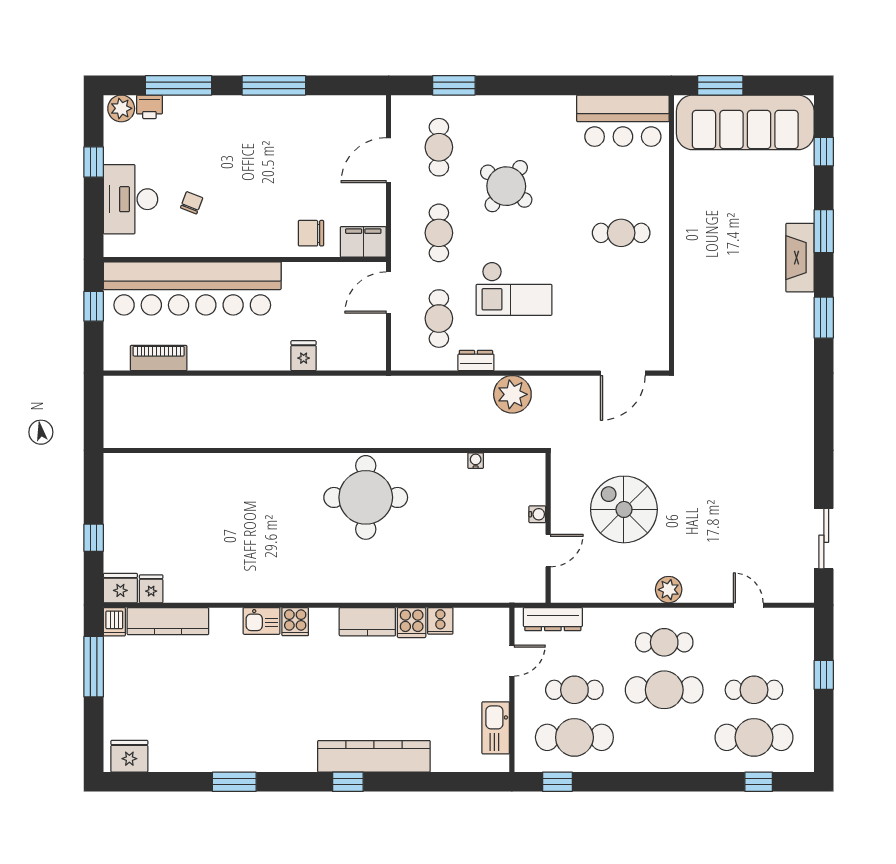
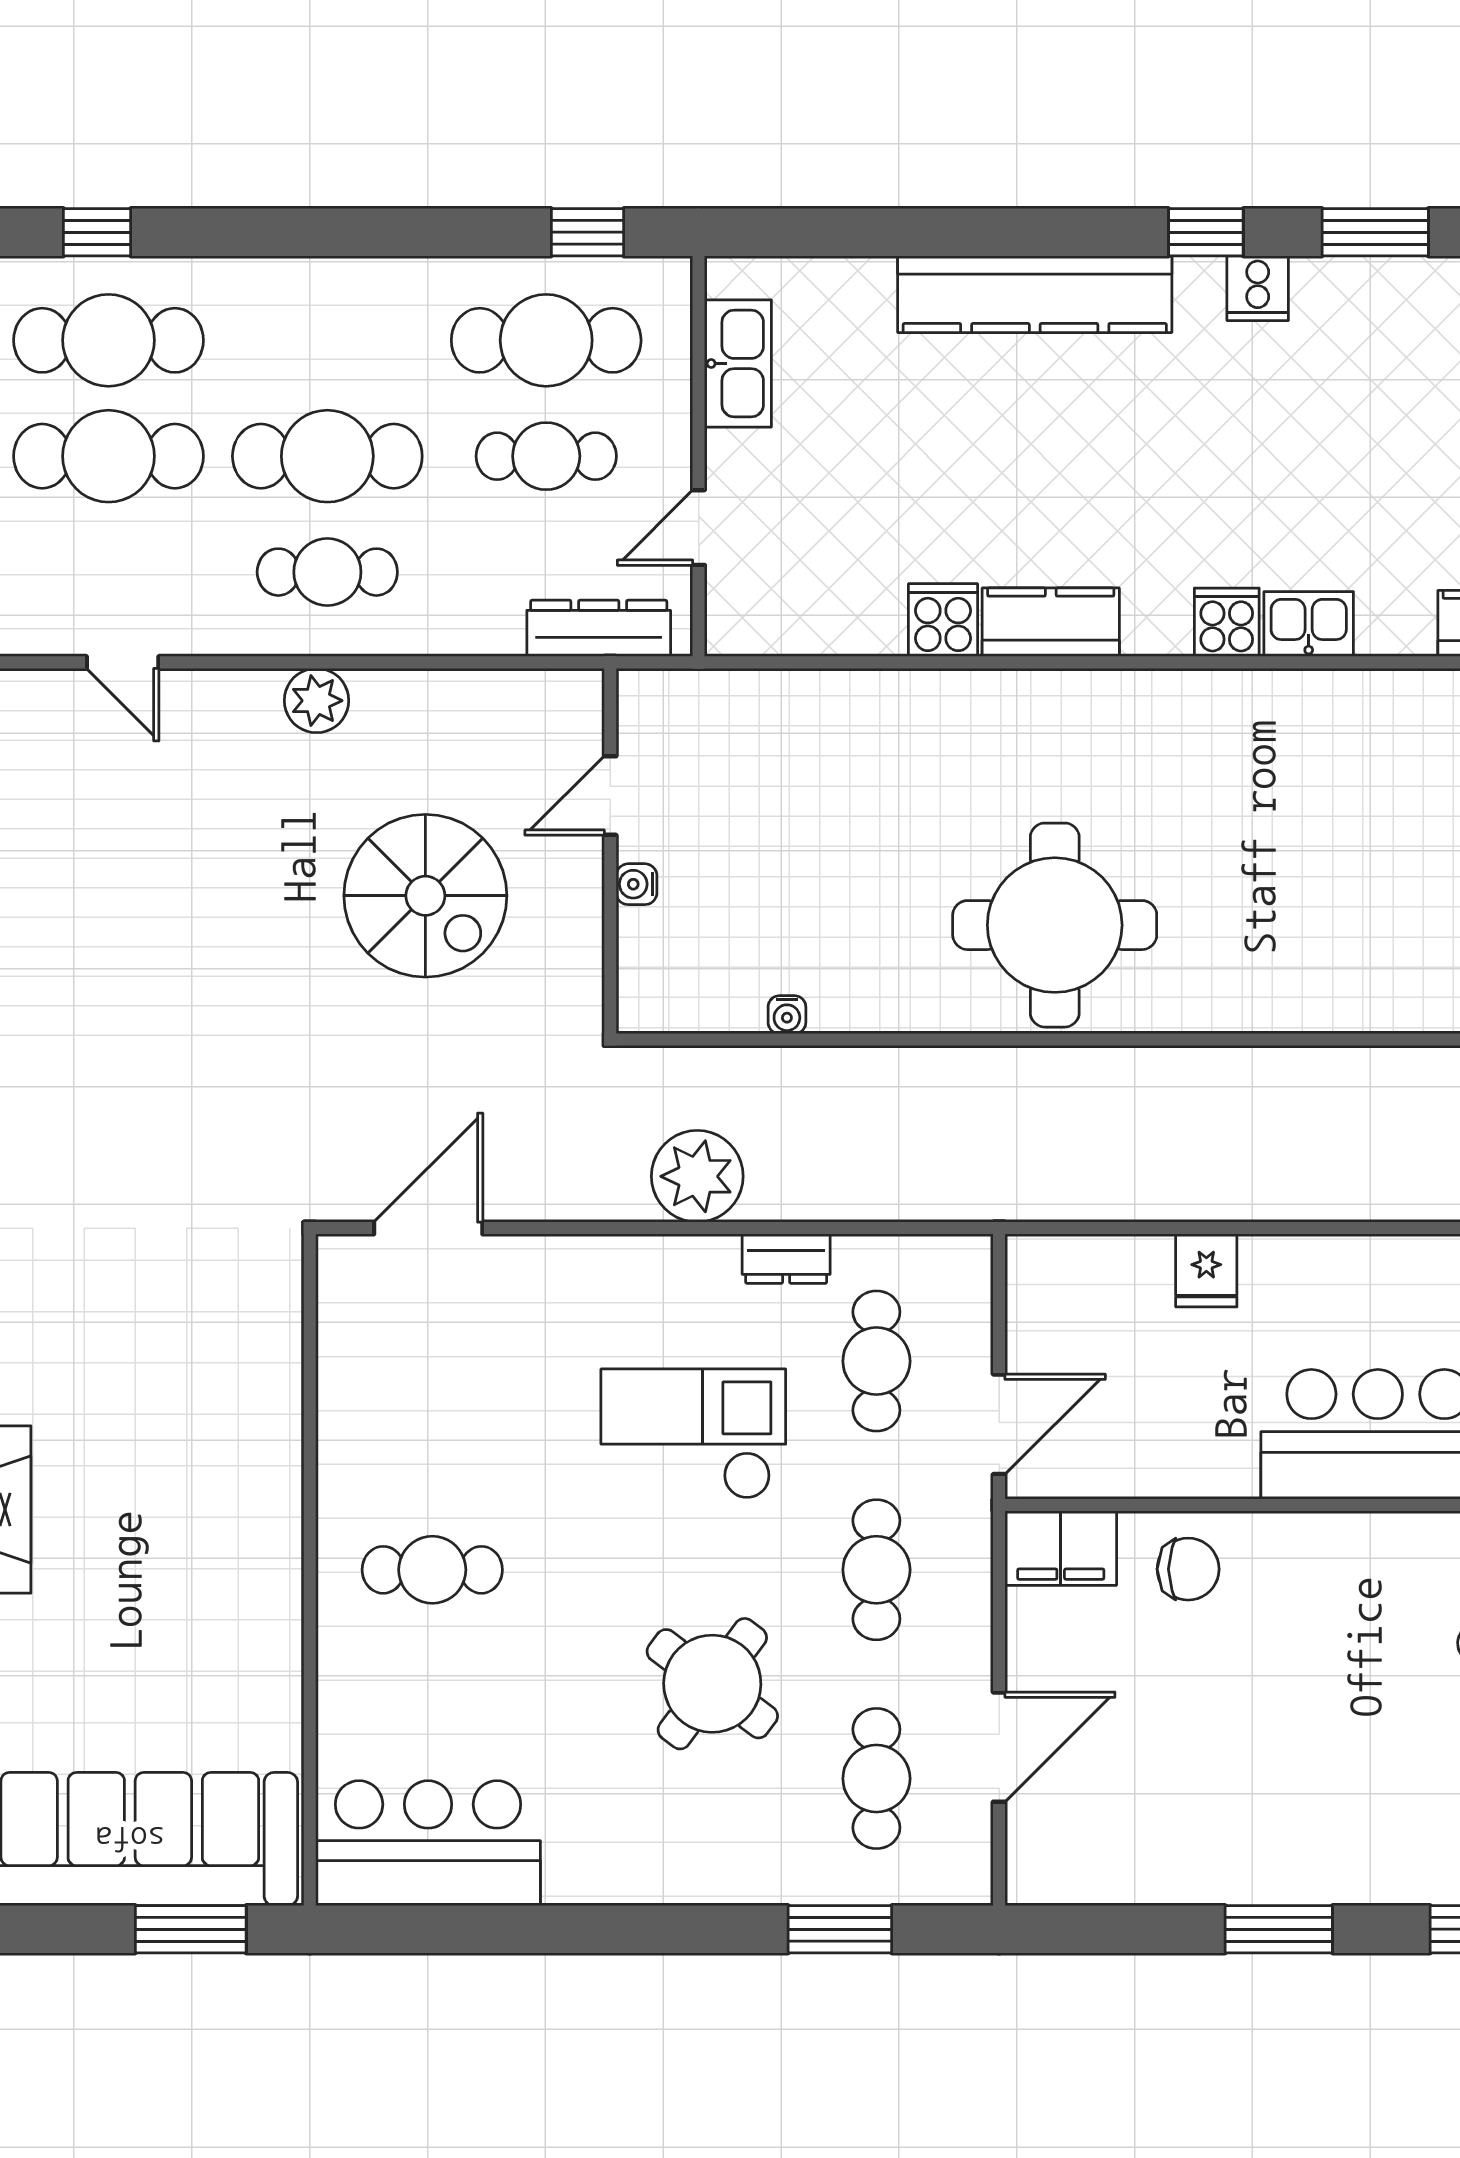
window: (274, 85) -> (1279, 1929), width x0.69
cooker: (440, 621) -> (1258, 288), moved, turned 180
cafe table: (754, 690) -> (109, 456), width x1.37, depth x1.35
window: (348, 782) -> (1206, 232), moved

